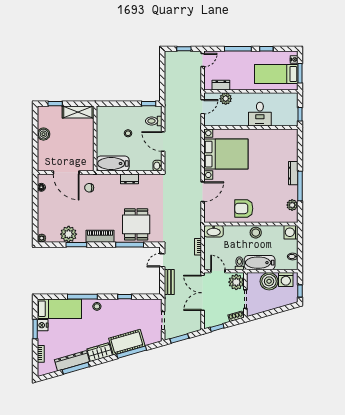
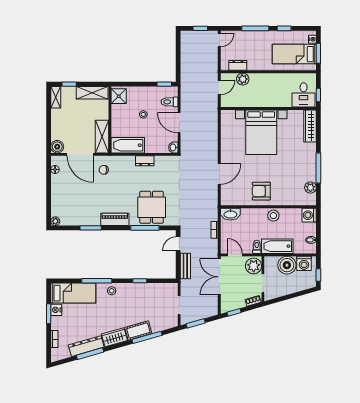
desk: (260, 114) -> (304, 95), moved
shower: (104, 115) -> (119, 96), added
shelving: (42, 116) -> (56, 97), added
boiler: (43, 134) -> (57, 147), moved
wardrobe: (292, 145) -> (310, 126), added
bed with nightstands: (226, 154) -> (261, 132), moved, turned 90
shelving: (87, 155) -> (102, 137), added
dresser: (293, 173) -> (312, 155), removed
plant: (69, 234) -> (83, 217), removed
cot: (127, 342) -> (138, 331), width x0.73, depth x0.75

